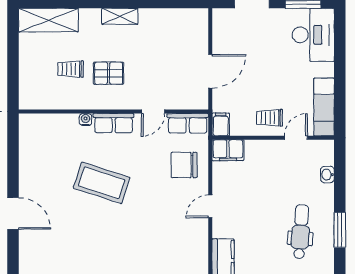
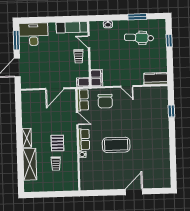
shelving: (48, 20) -> (30, 164), moved
door: (210, 71) -> (55, 89), swing flipped
coffee table: (102, 183) -> (116, 145), turned 72

